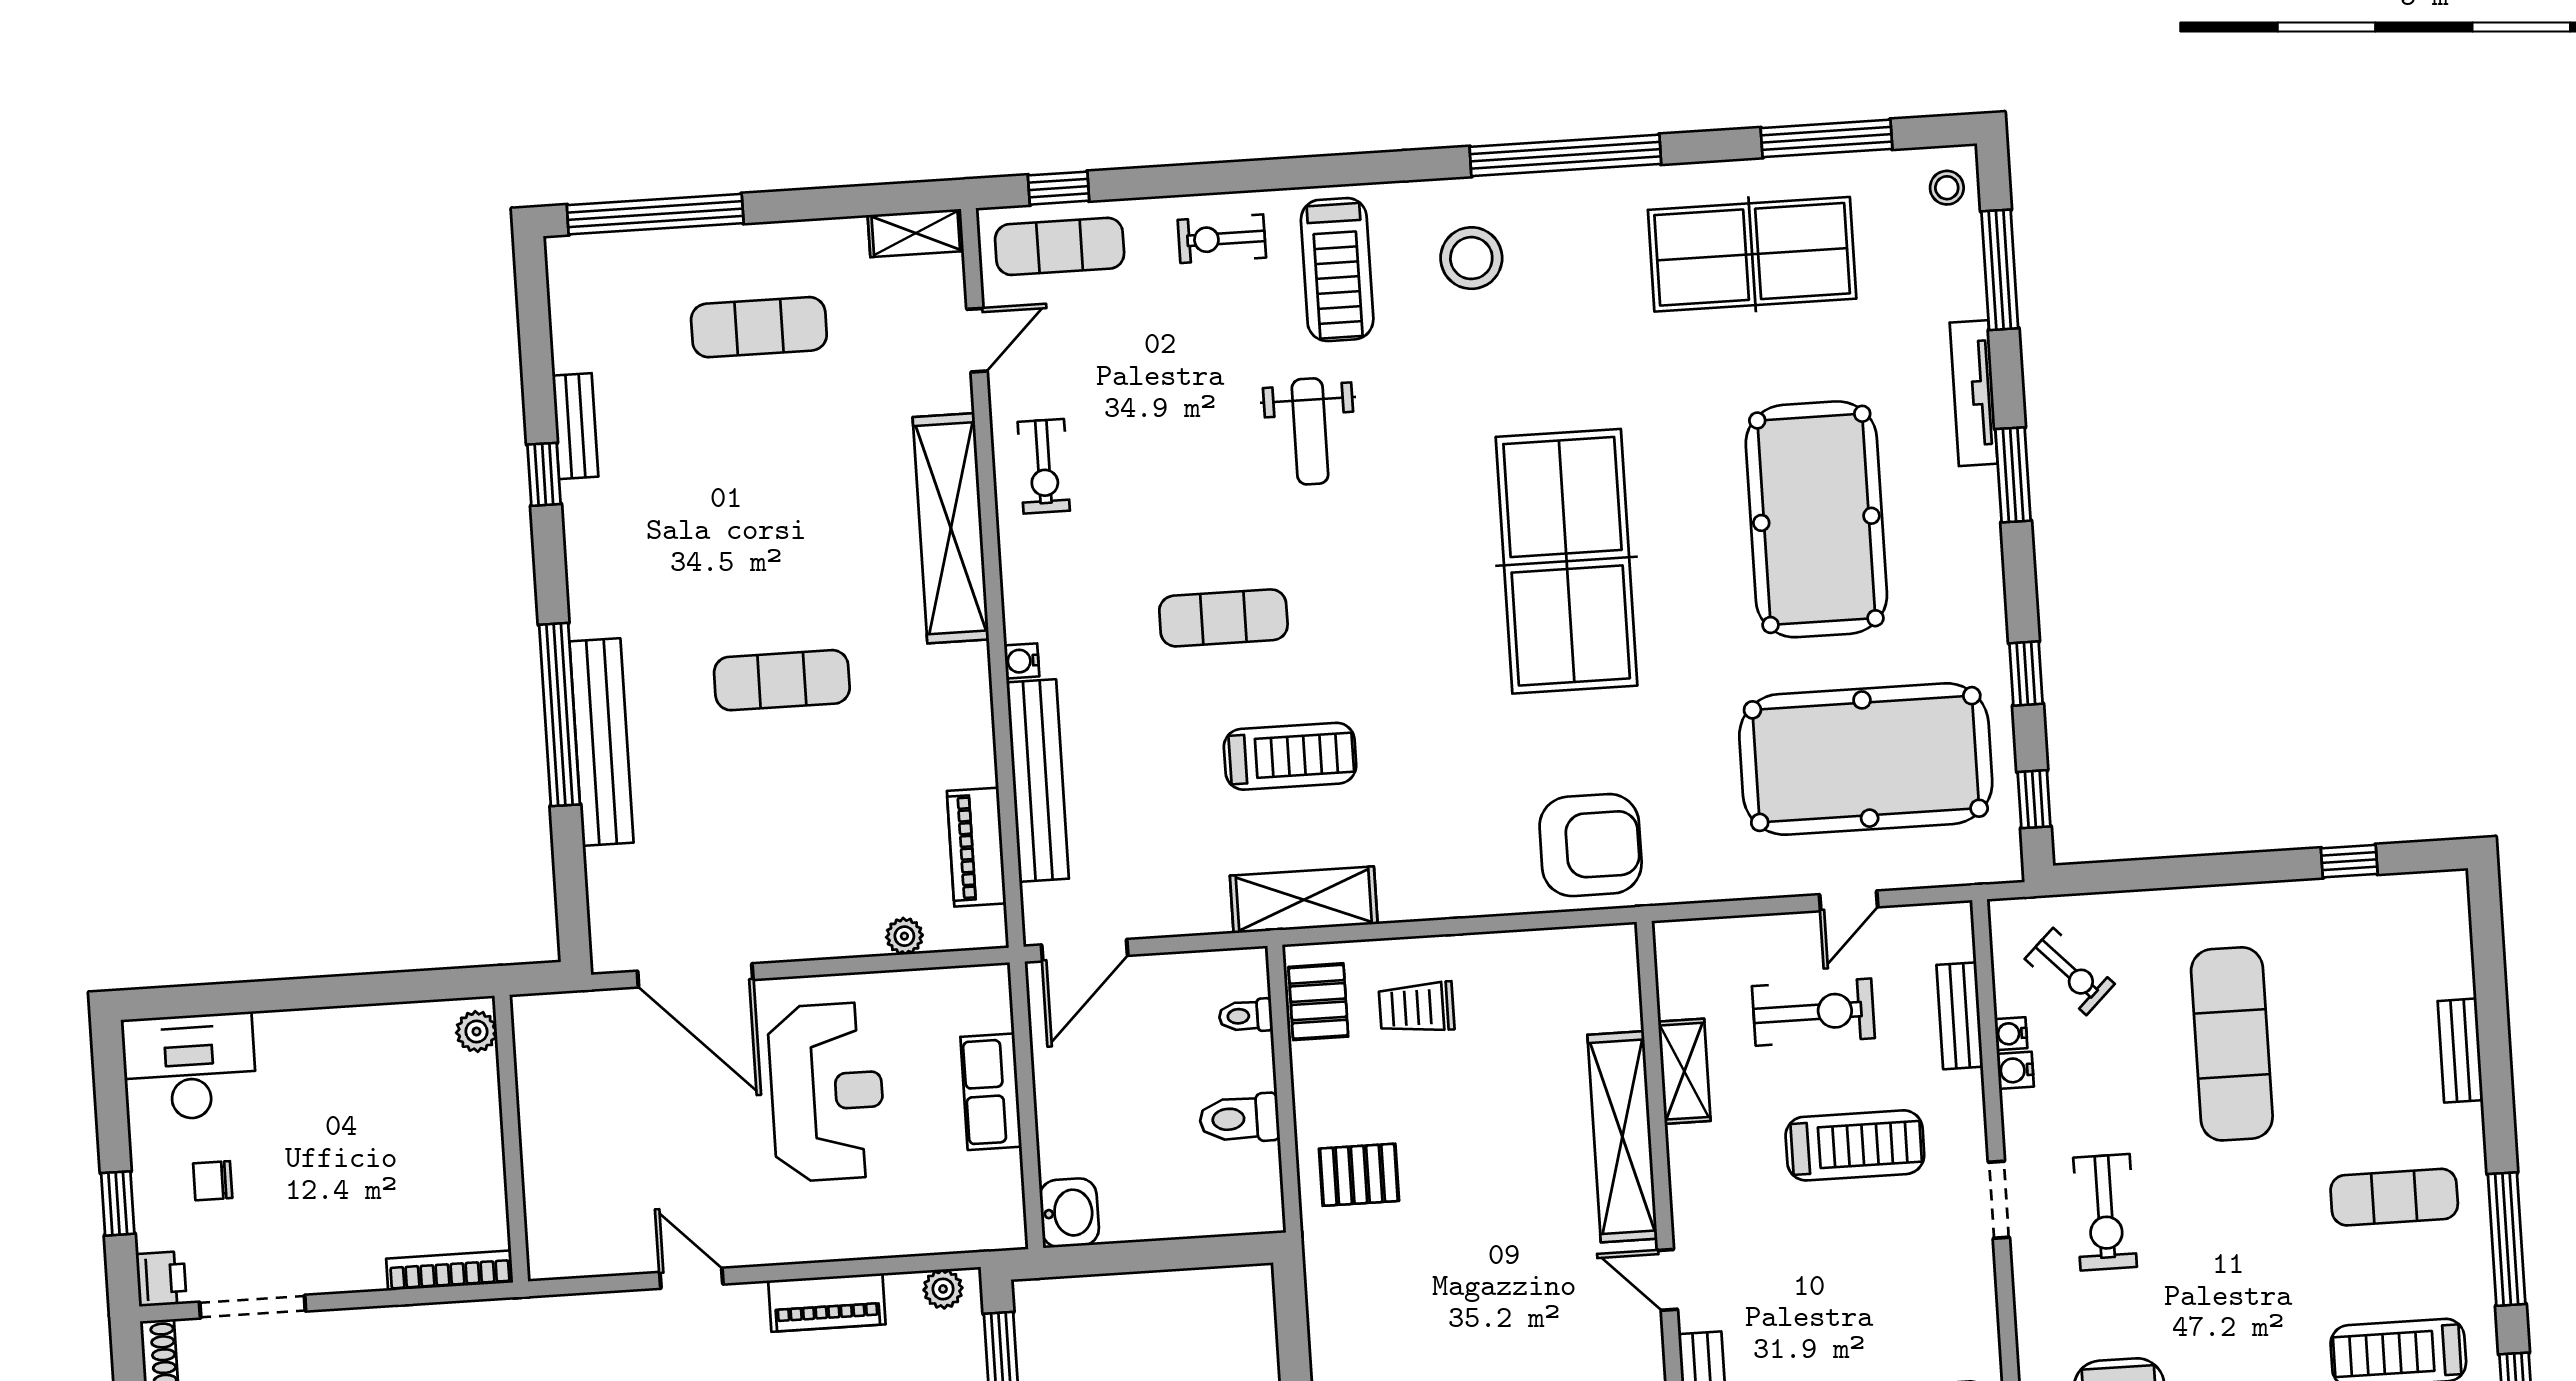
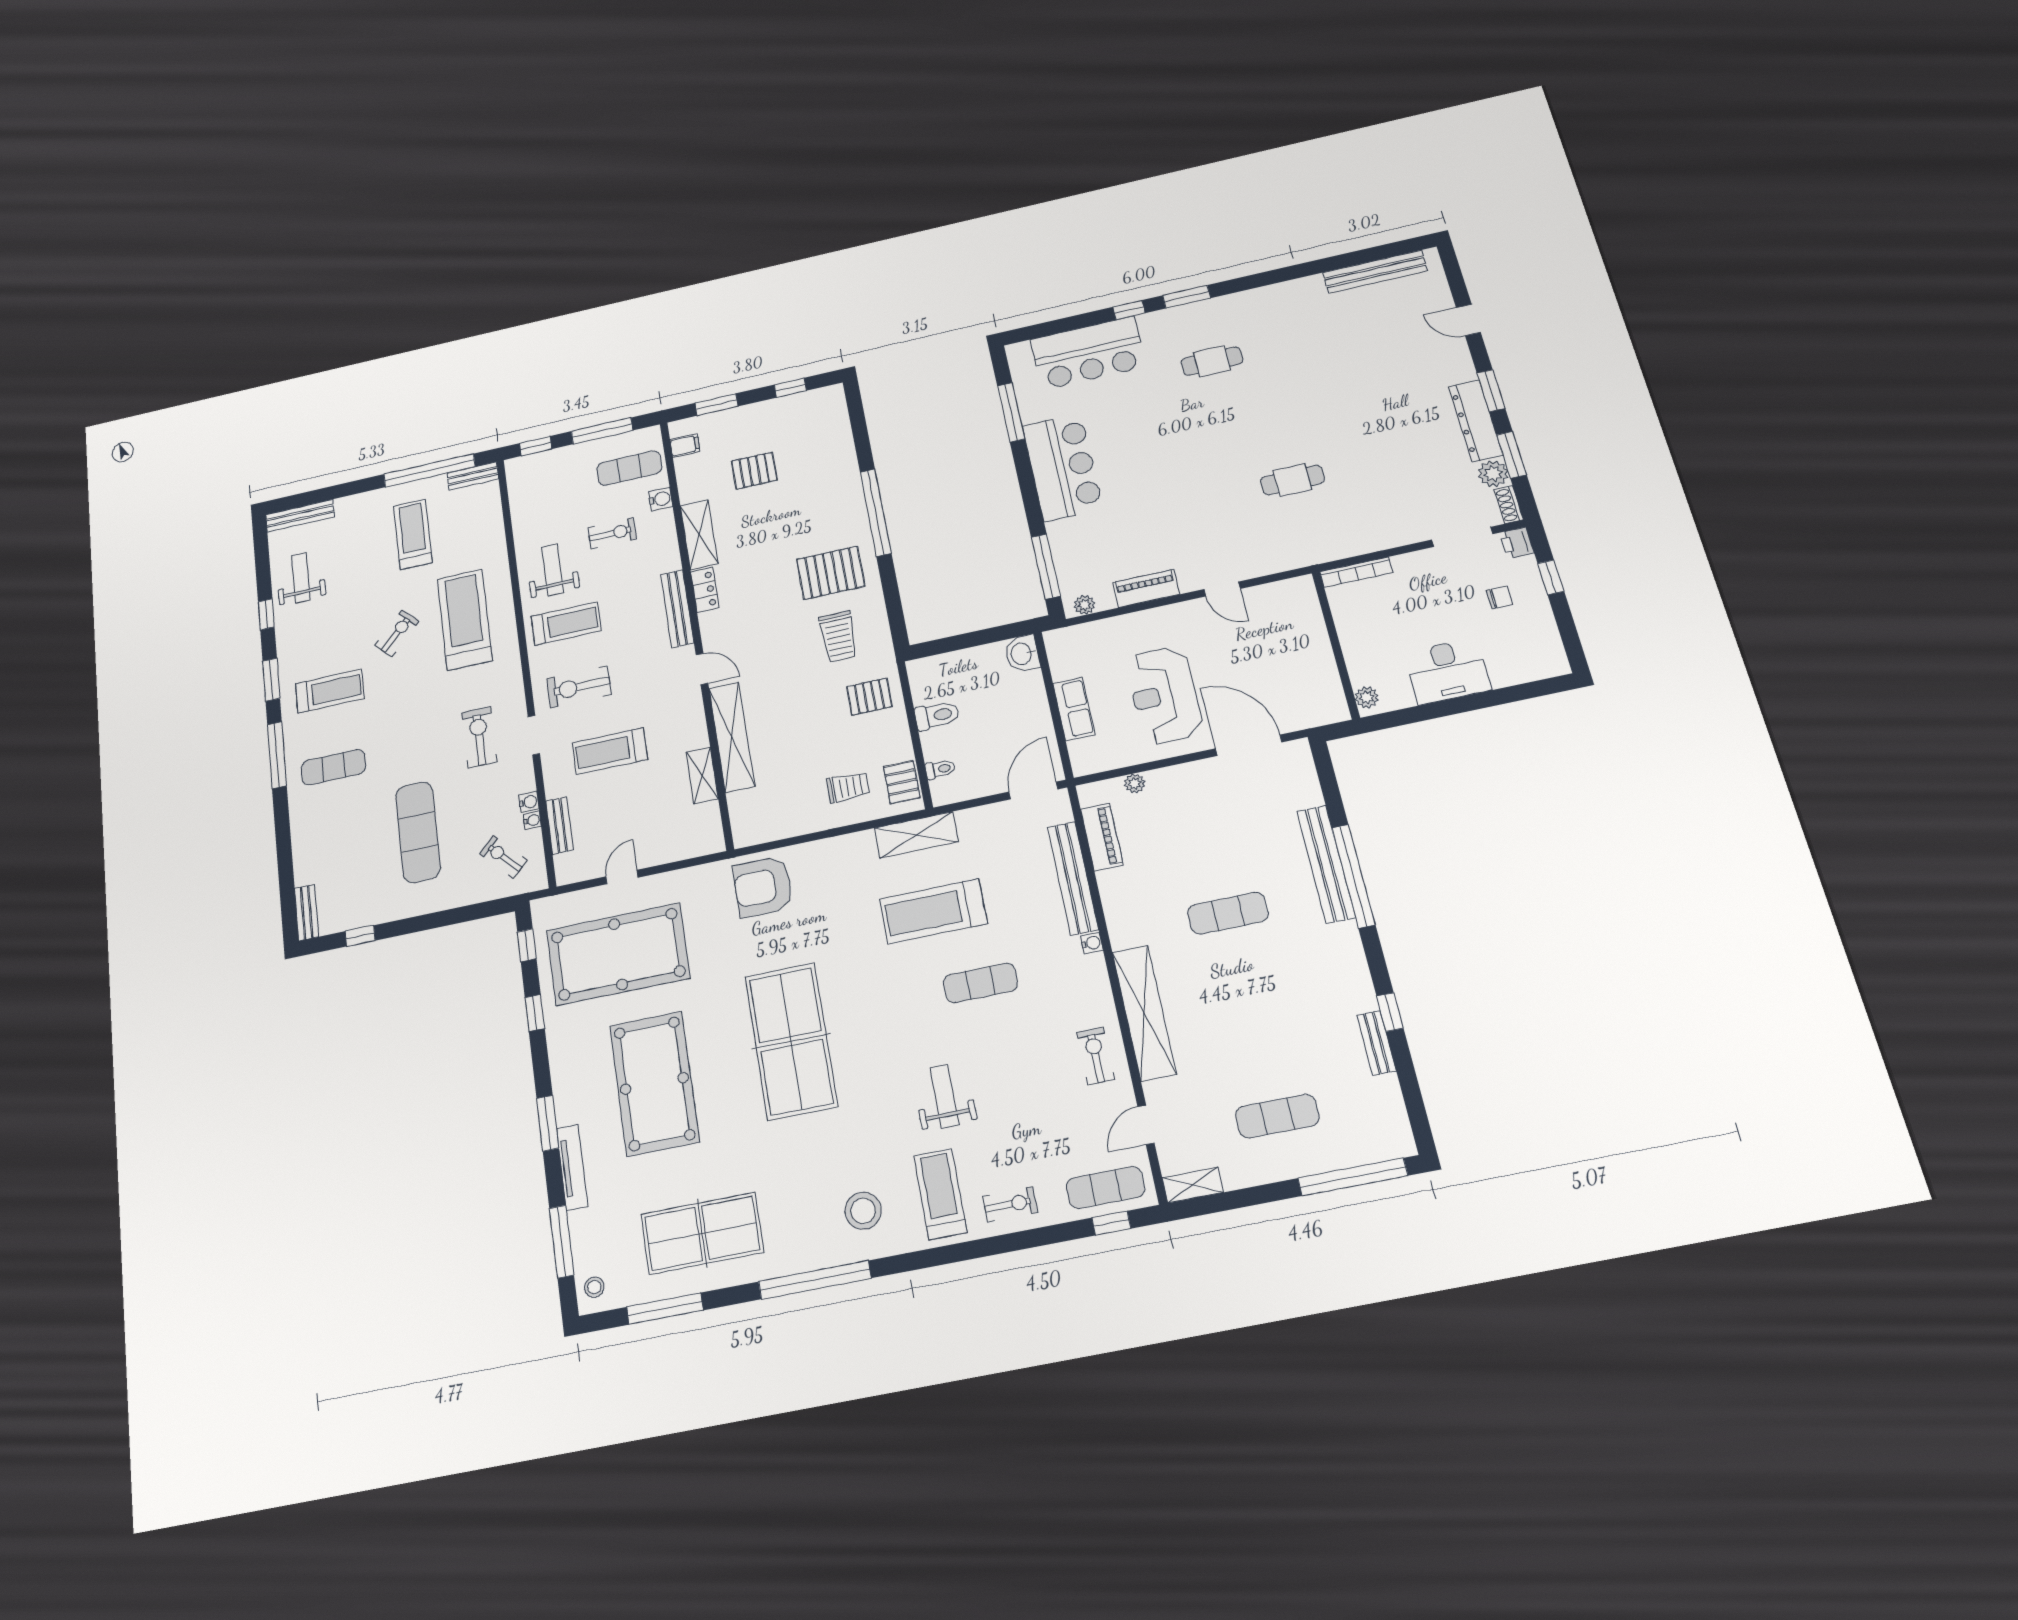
treadmill: (1290, 756) -> (933, 911), width x1.37, depth x1.37
exercise bike: (1813, 1012) -> (579, 687), moved
bench: (2460, 1051) -> (307, 913), moved
desk: (190, 1067) -> (1448, 671), moved
trolley: (1404, 1302) -> (838, 636), added

